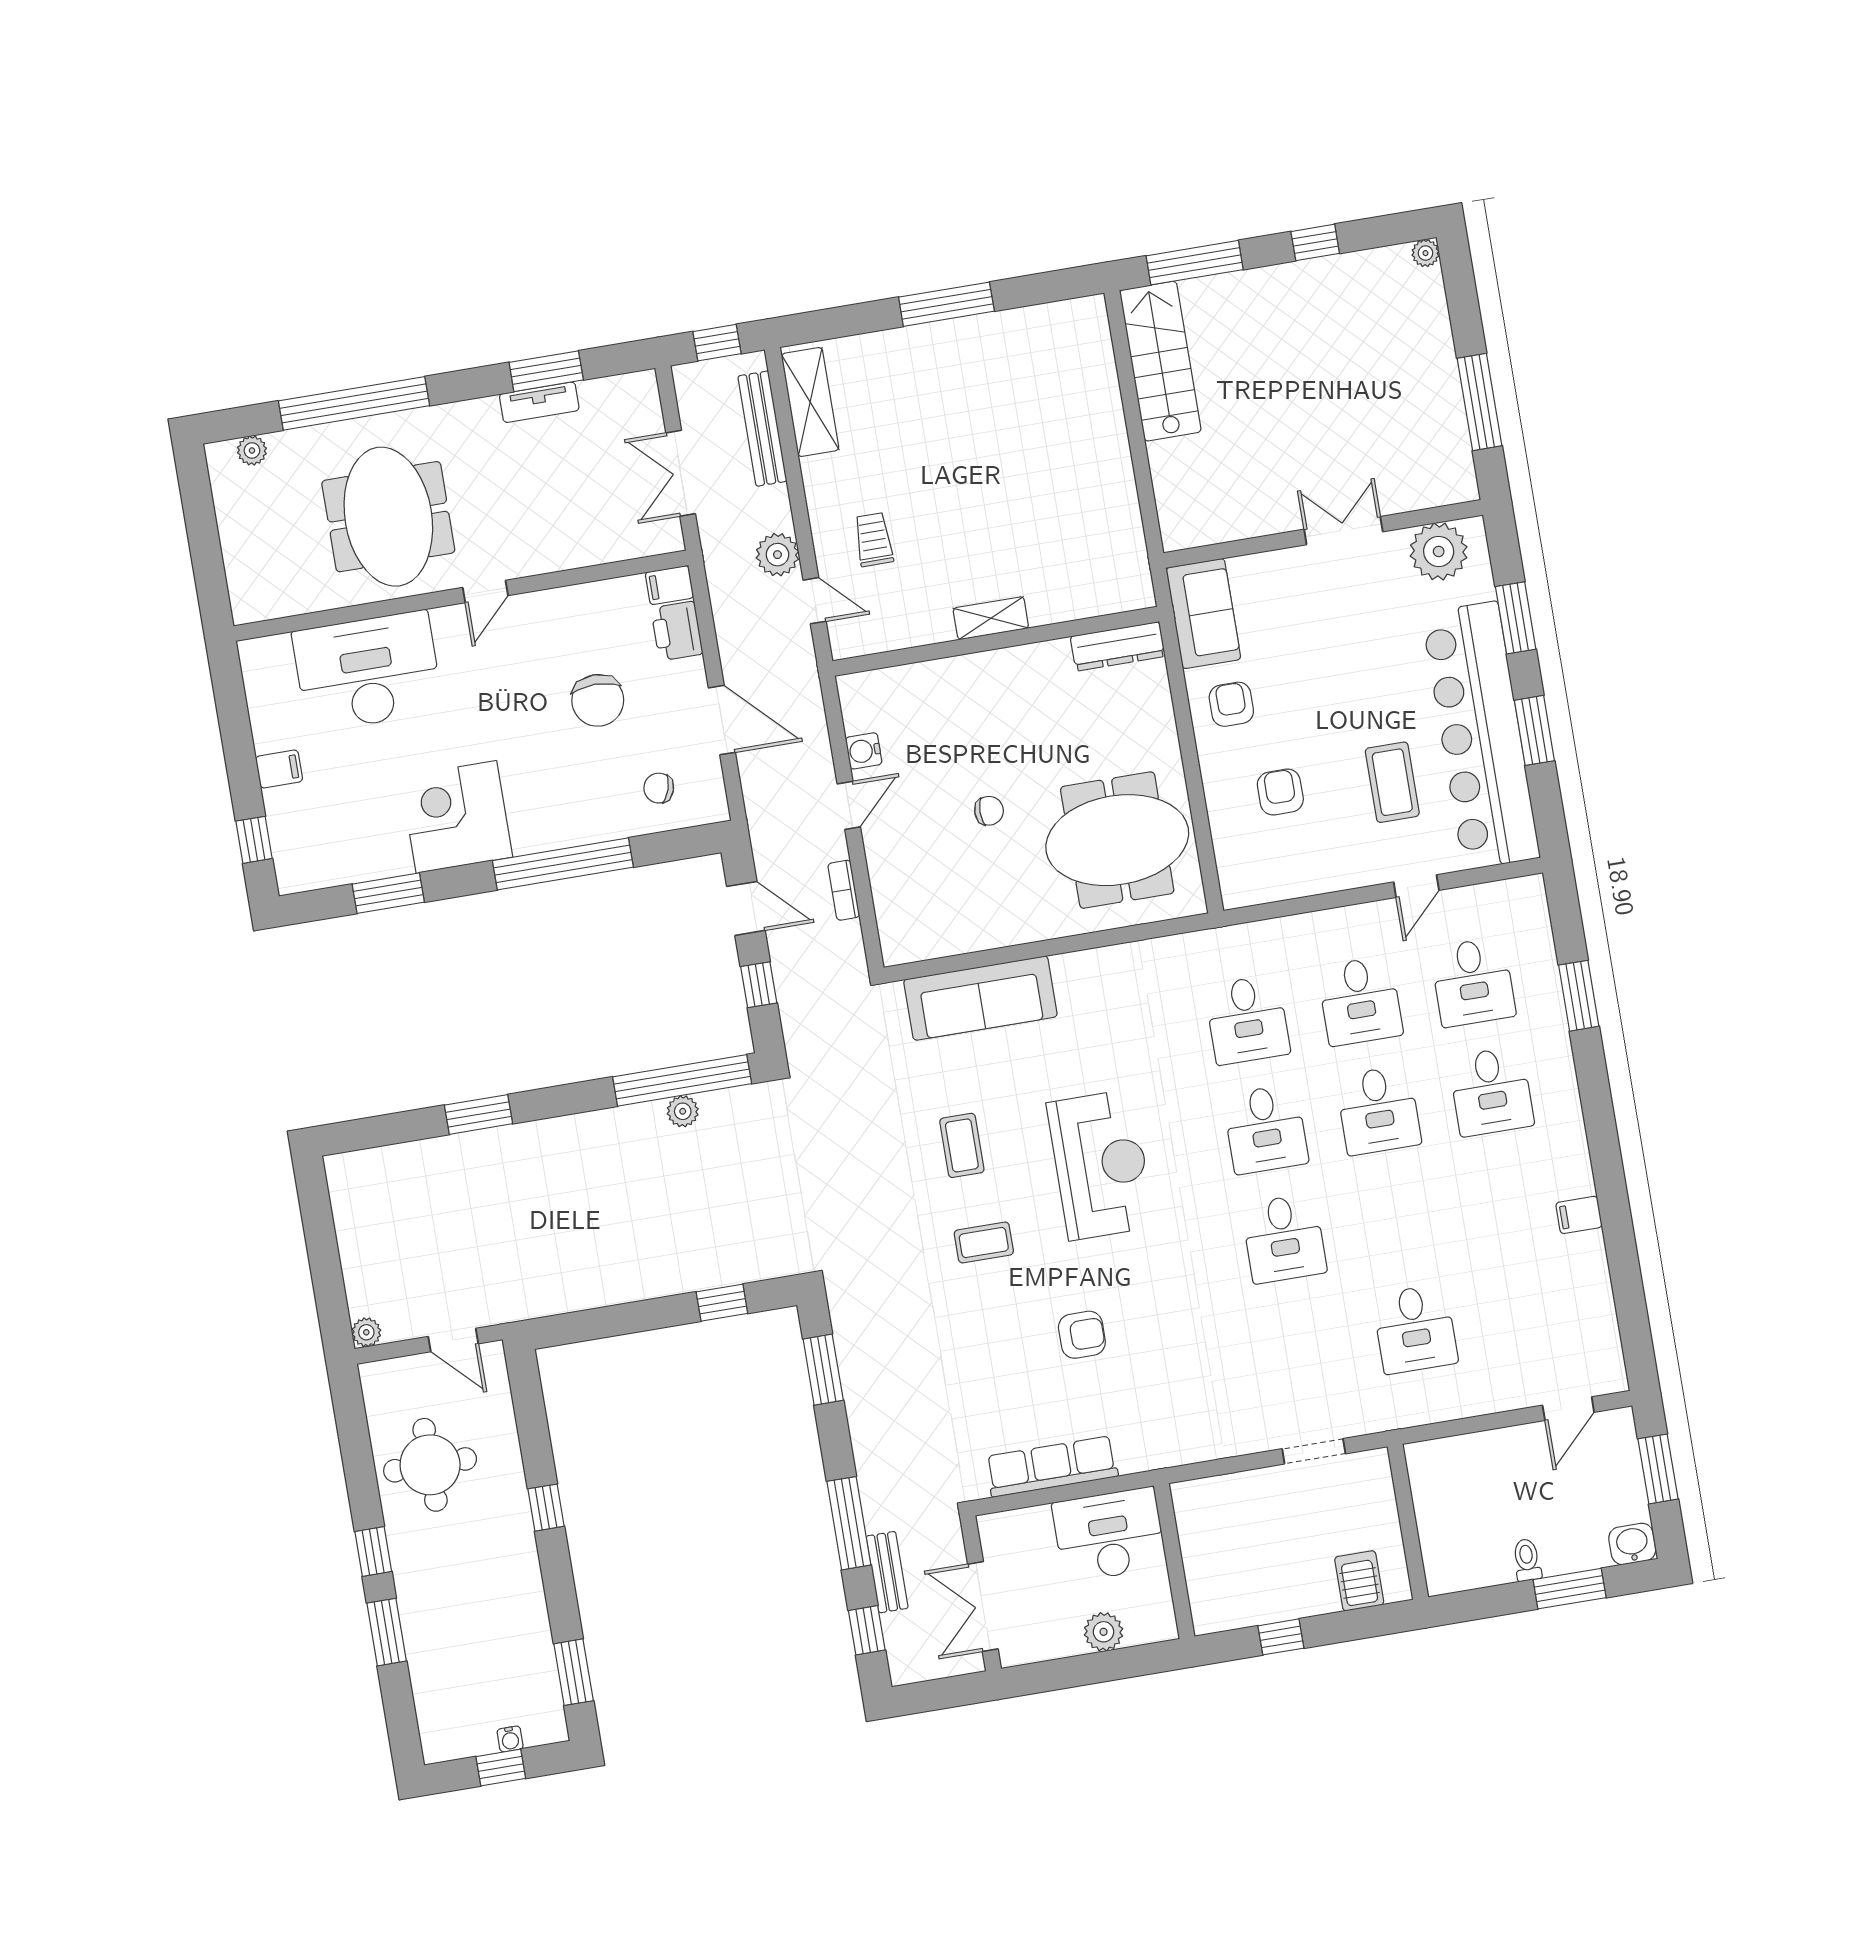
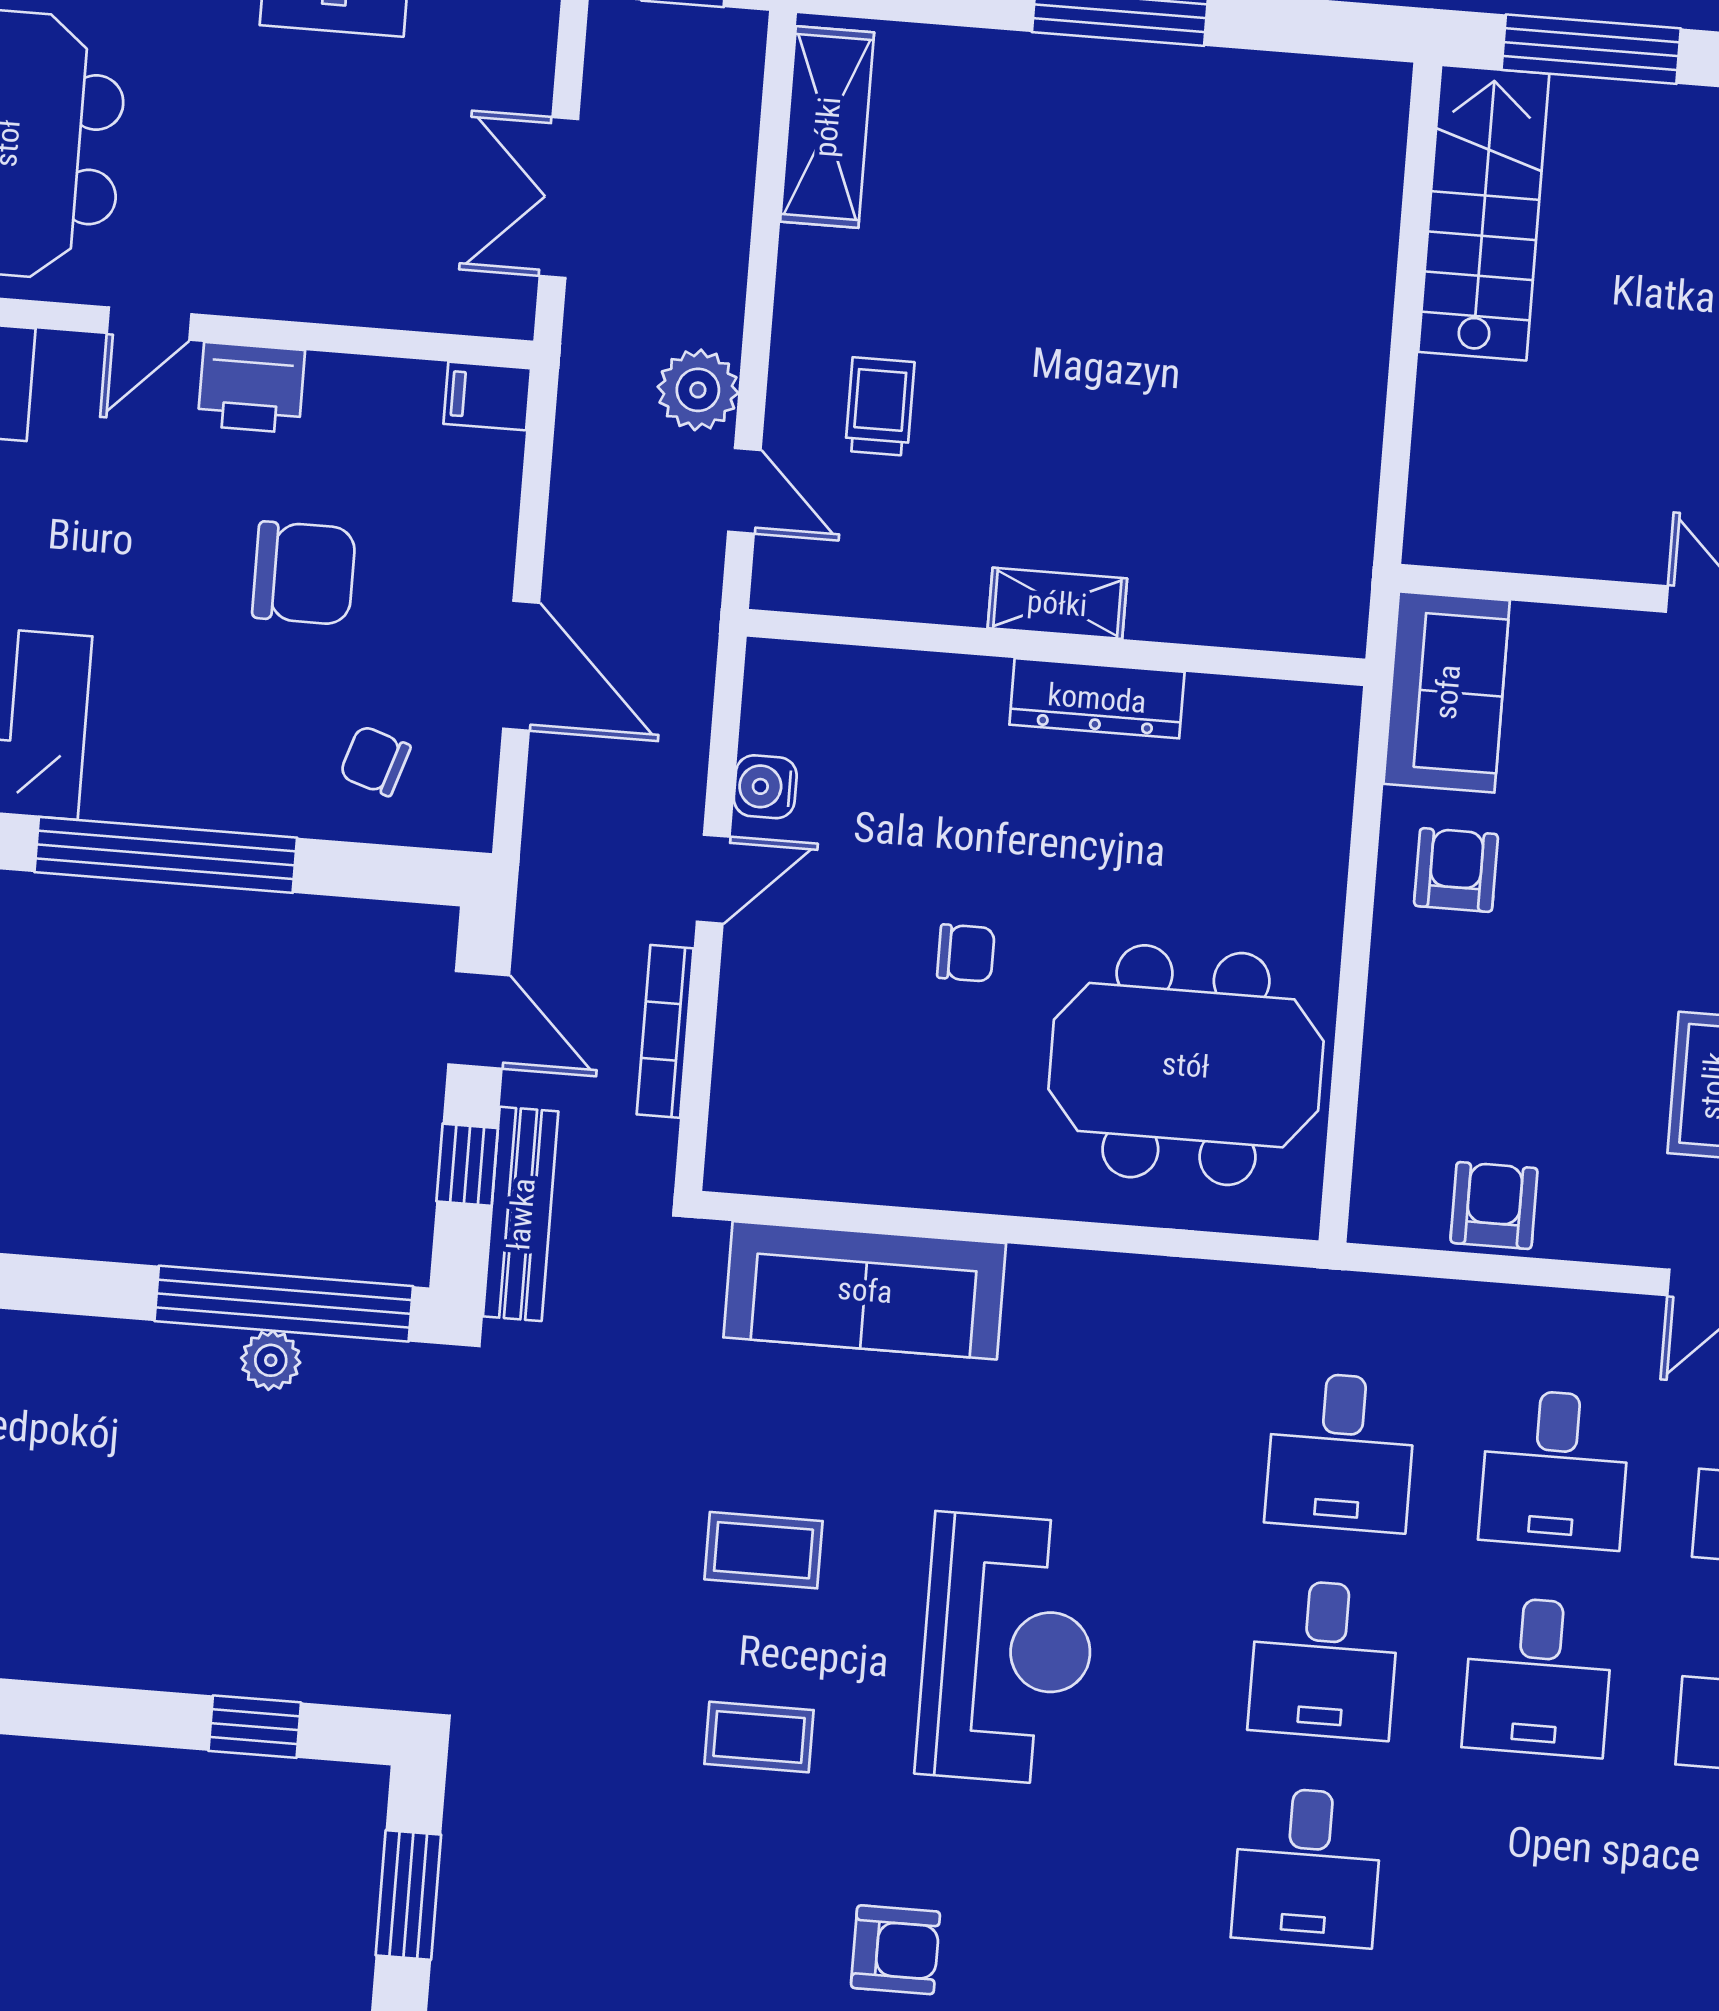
bench: (762, 429) -> (521, 1214), moved
printer: (677, 631) -> (251, 388), moved, turned -90
dresser: (1118, 646) -> (1097, 698), moved
chair: (598, 700) -> (304, 573), turned -90
armchair: (1280, 792) -> (1494, 1205), moved
bookcase: (844, 890) -> (665, 1031), width x1.56
coffee table: (962, 1145) -> (763, 1550), turned 90

